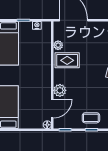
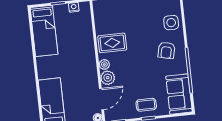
plant: (58, 45) -> (104, 64), moved

